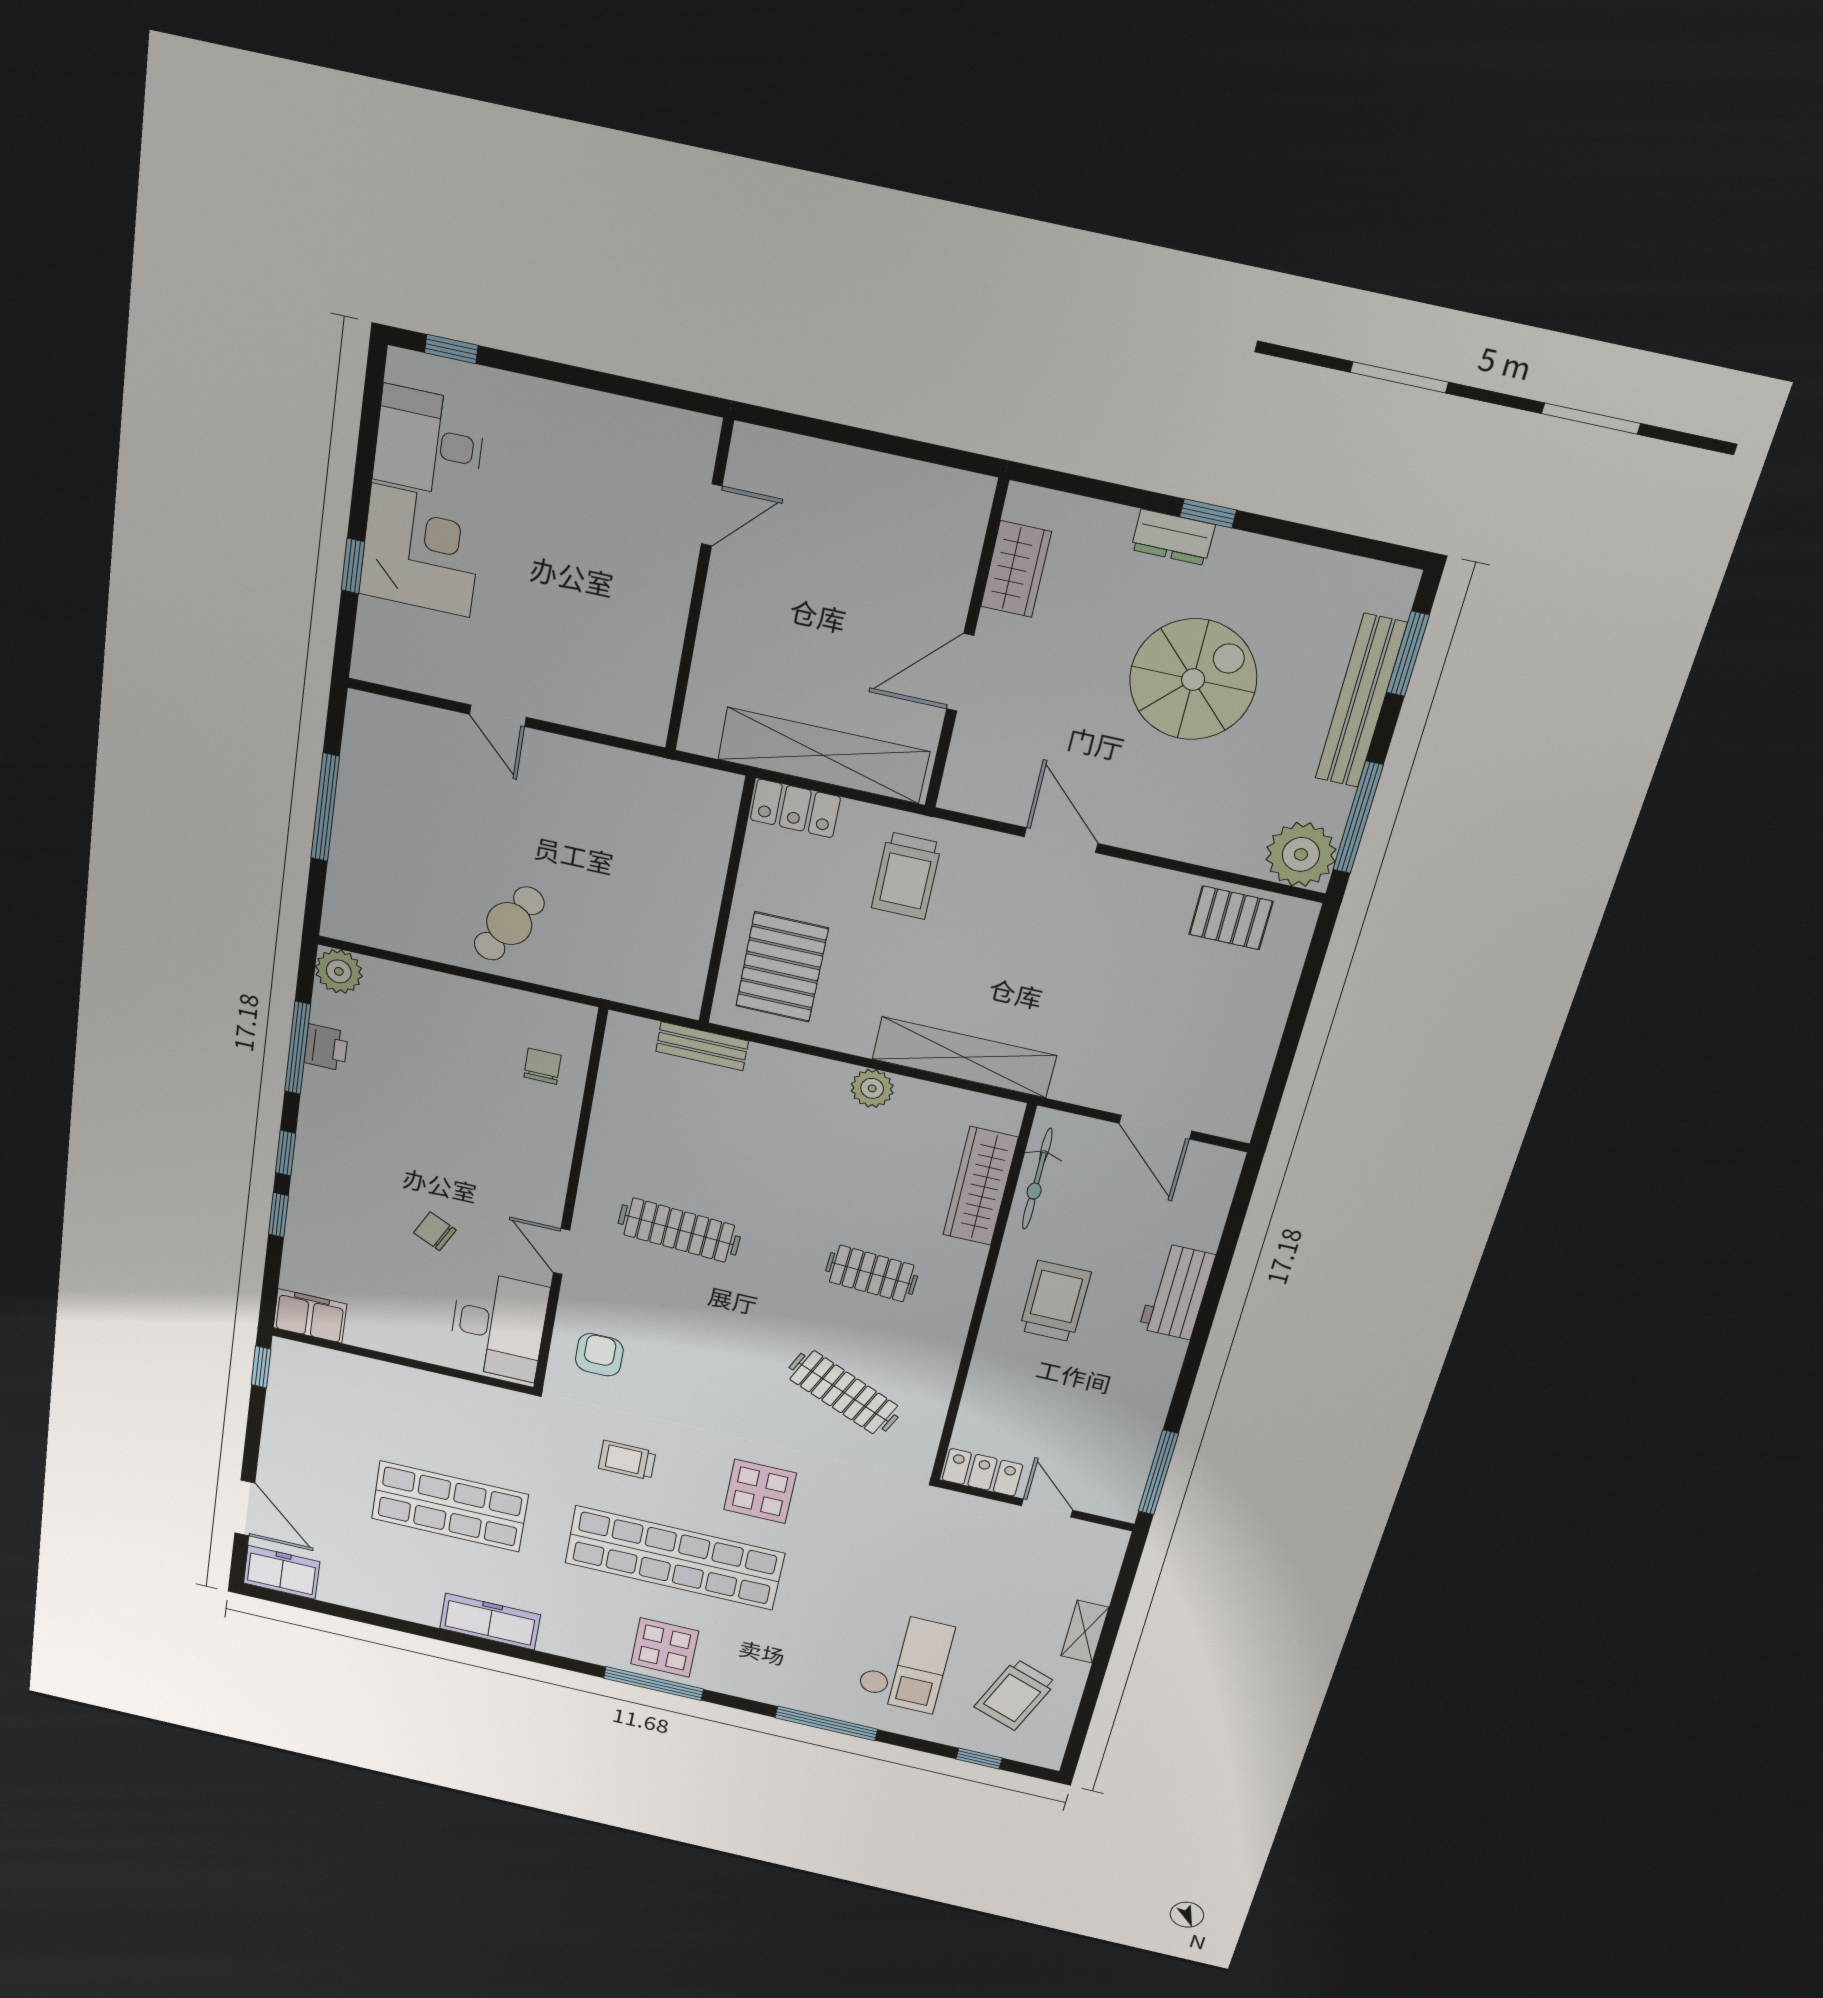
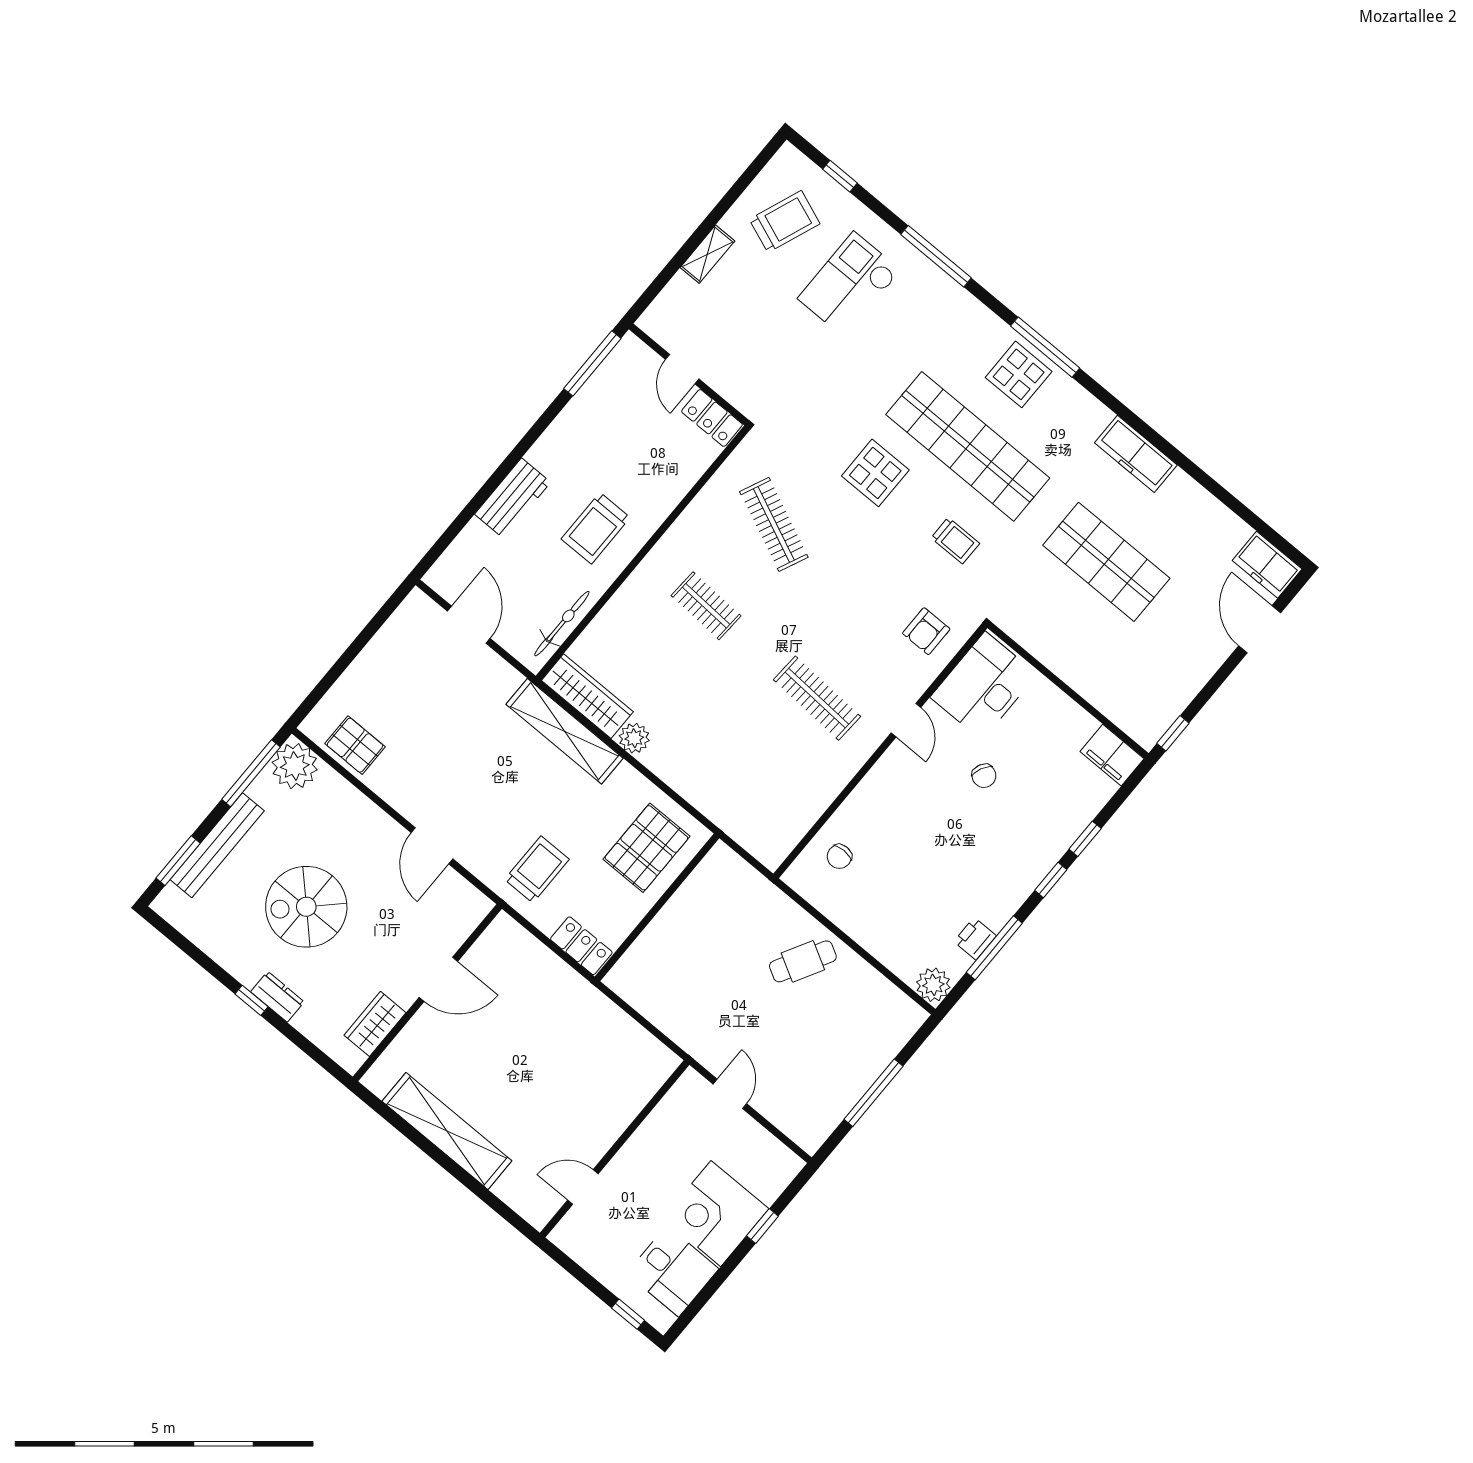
door: (712, 515) -> (583, 1187), moved
wall: (699, 589) -> (615, 1149), moved
shelving: (823, 755) -> (447, 1131), moved
bench: (702, 1046) -> (727, 820), removed
wardrobe: (980, 1186) -> (587, 696), moved, turned -90

